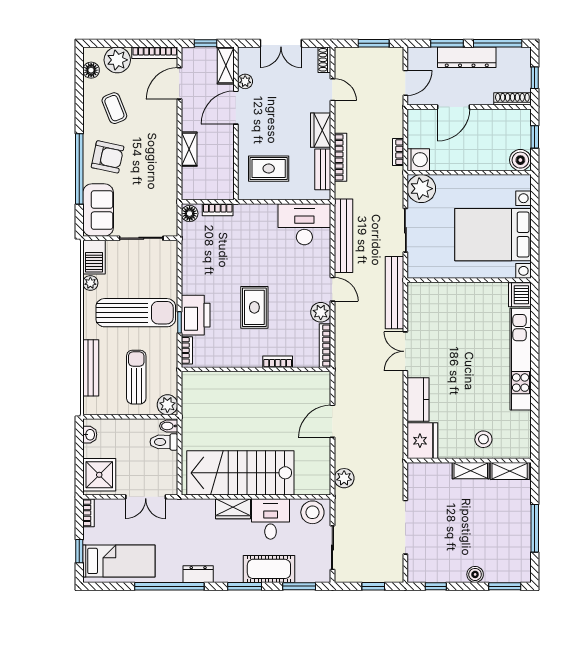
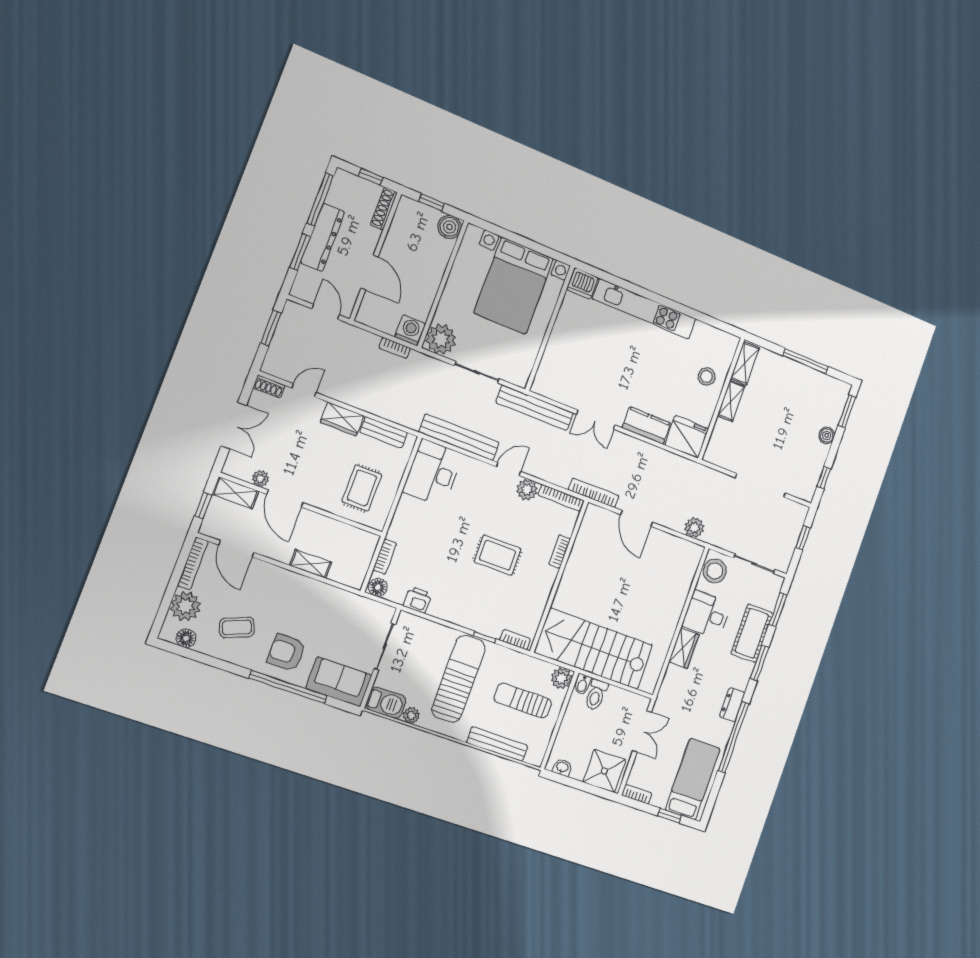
armchair: (108, 157) -> (286, 653), turned -102
bookcase: (340, 157) -> (594, 493), moved
printer: (196, 315) -> (417, 600), moved, width x0.53, depth x0.68
stairs: (240, 473) -> (594, 649), moved, turned 90

